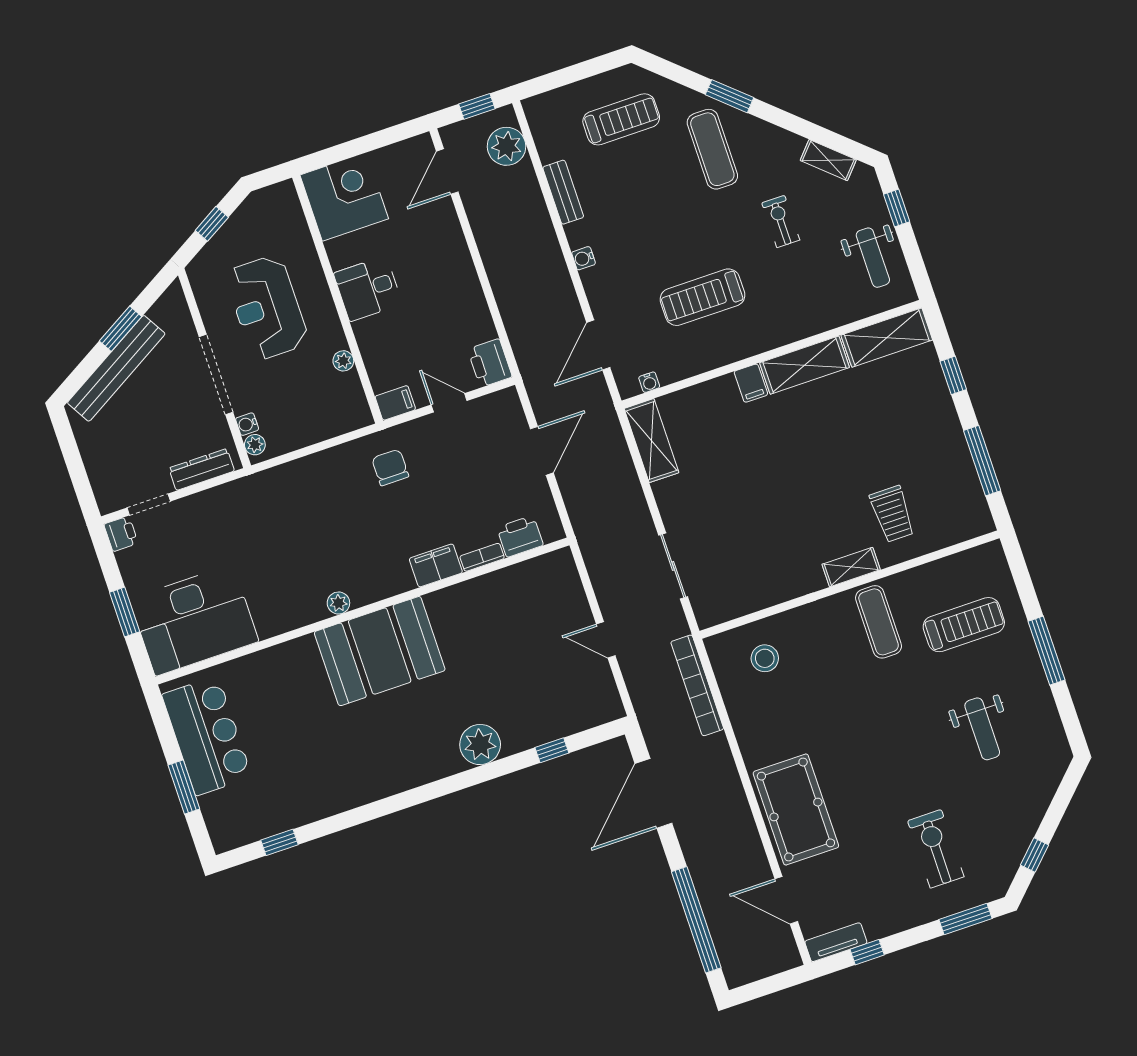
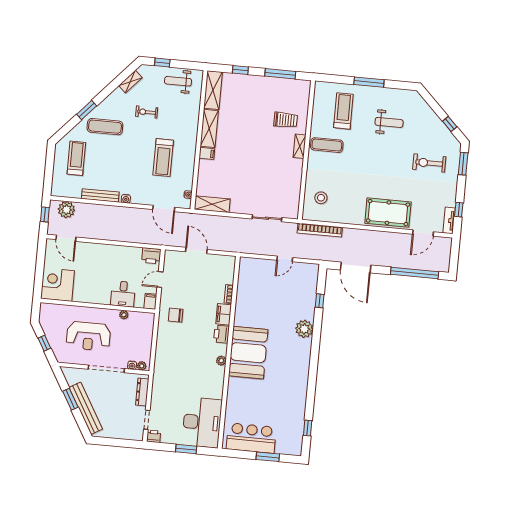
bench: (563, 192) -> (100, 195), width x1.36
weight bench: (873, 258) -> (178, 81), turned 180
desk: (368, 289) -> (123, 294), moved
printer: (520, 536) -> (221, 334), moved

